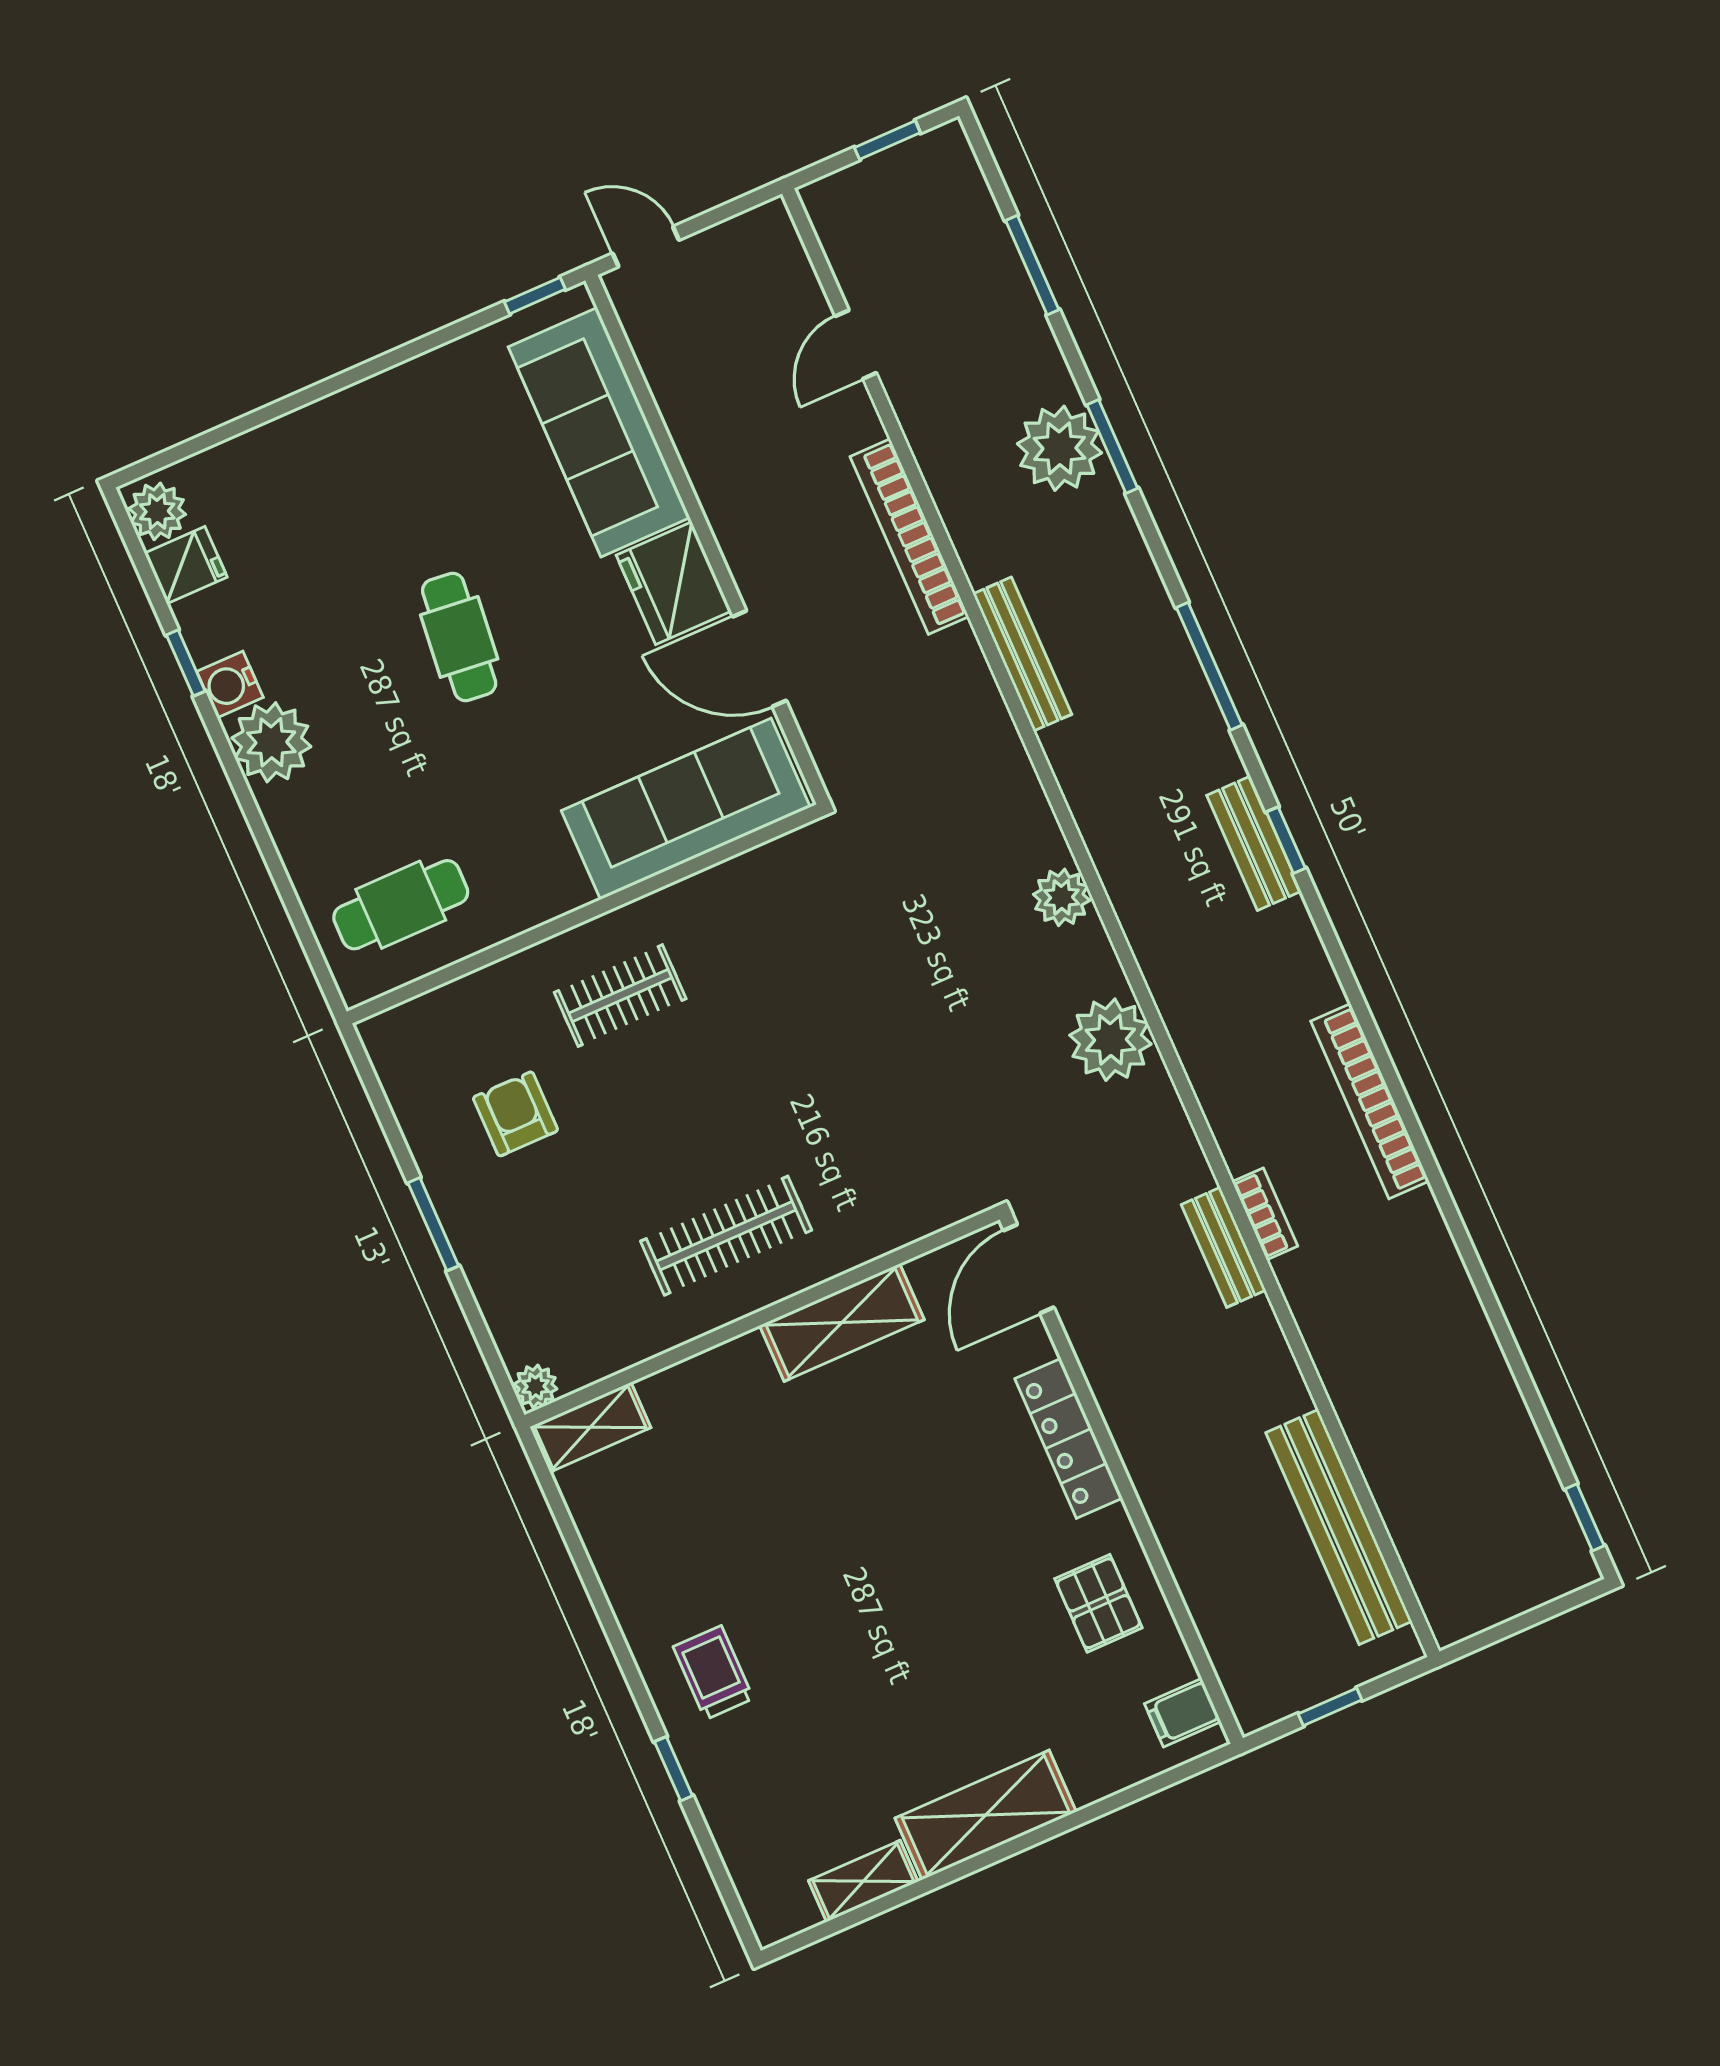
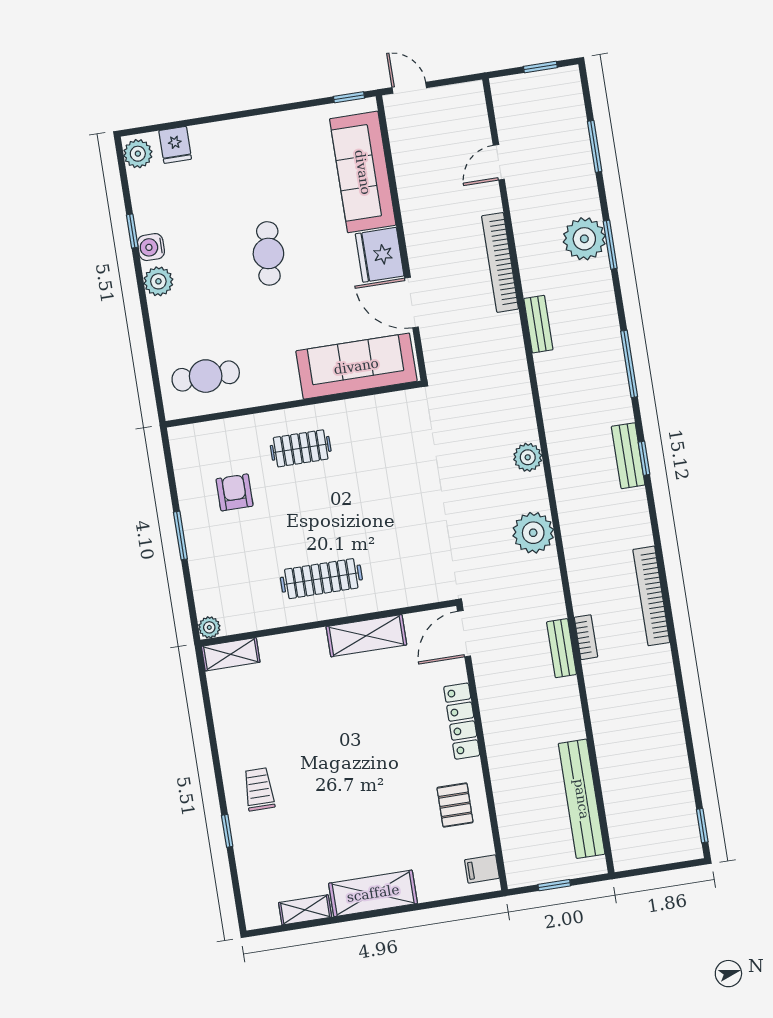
fridge: (186, 565) -> (175, 145), moved, turned 90
bench: (1022, 654) -> (538, 324), width x0.73
plant: (271, 742) -> (158, 281), width x0.73, depth x0.73

